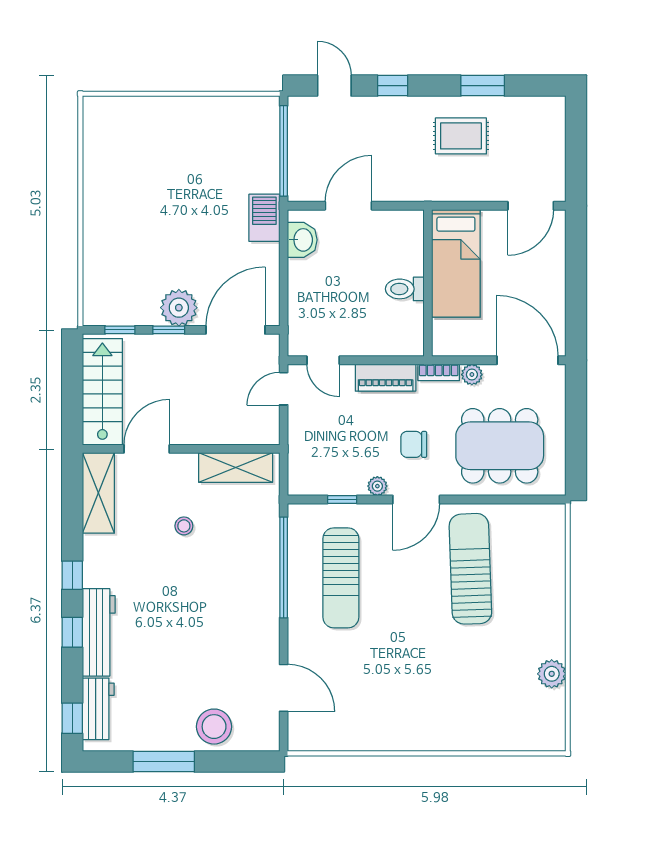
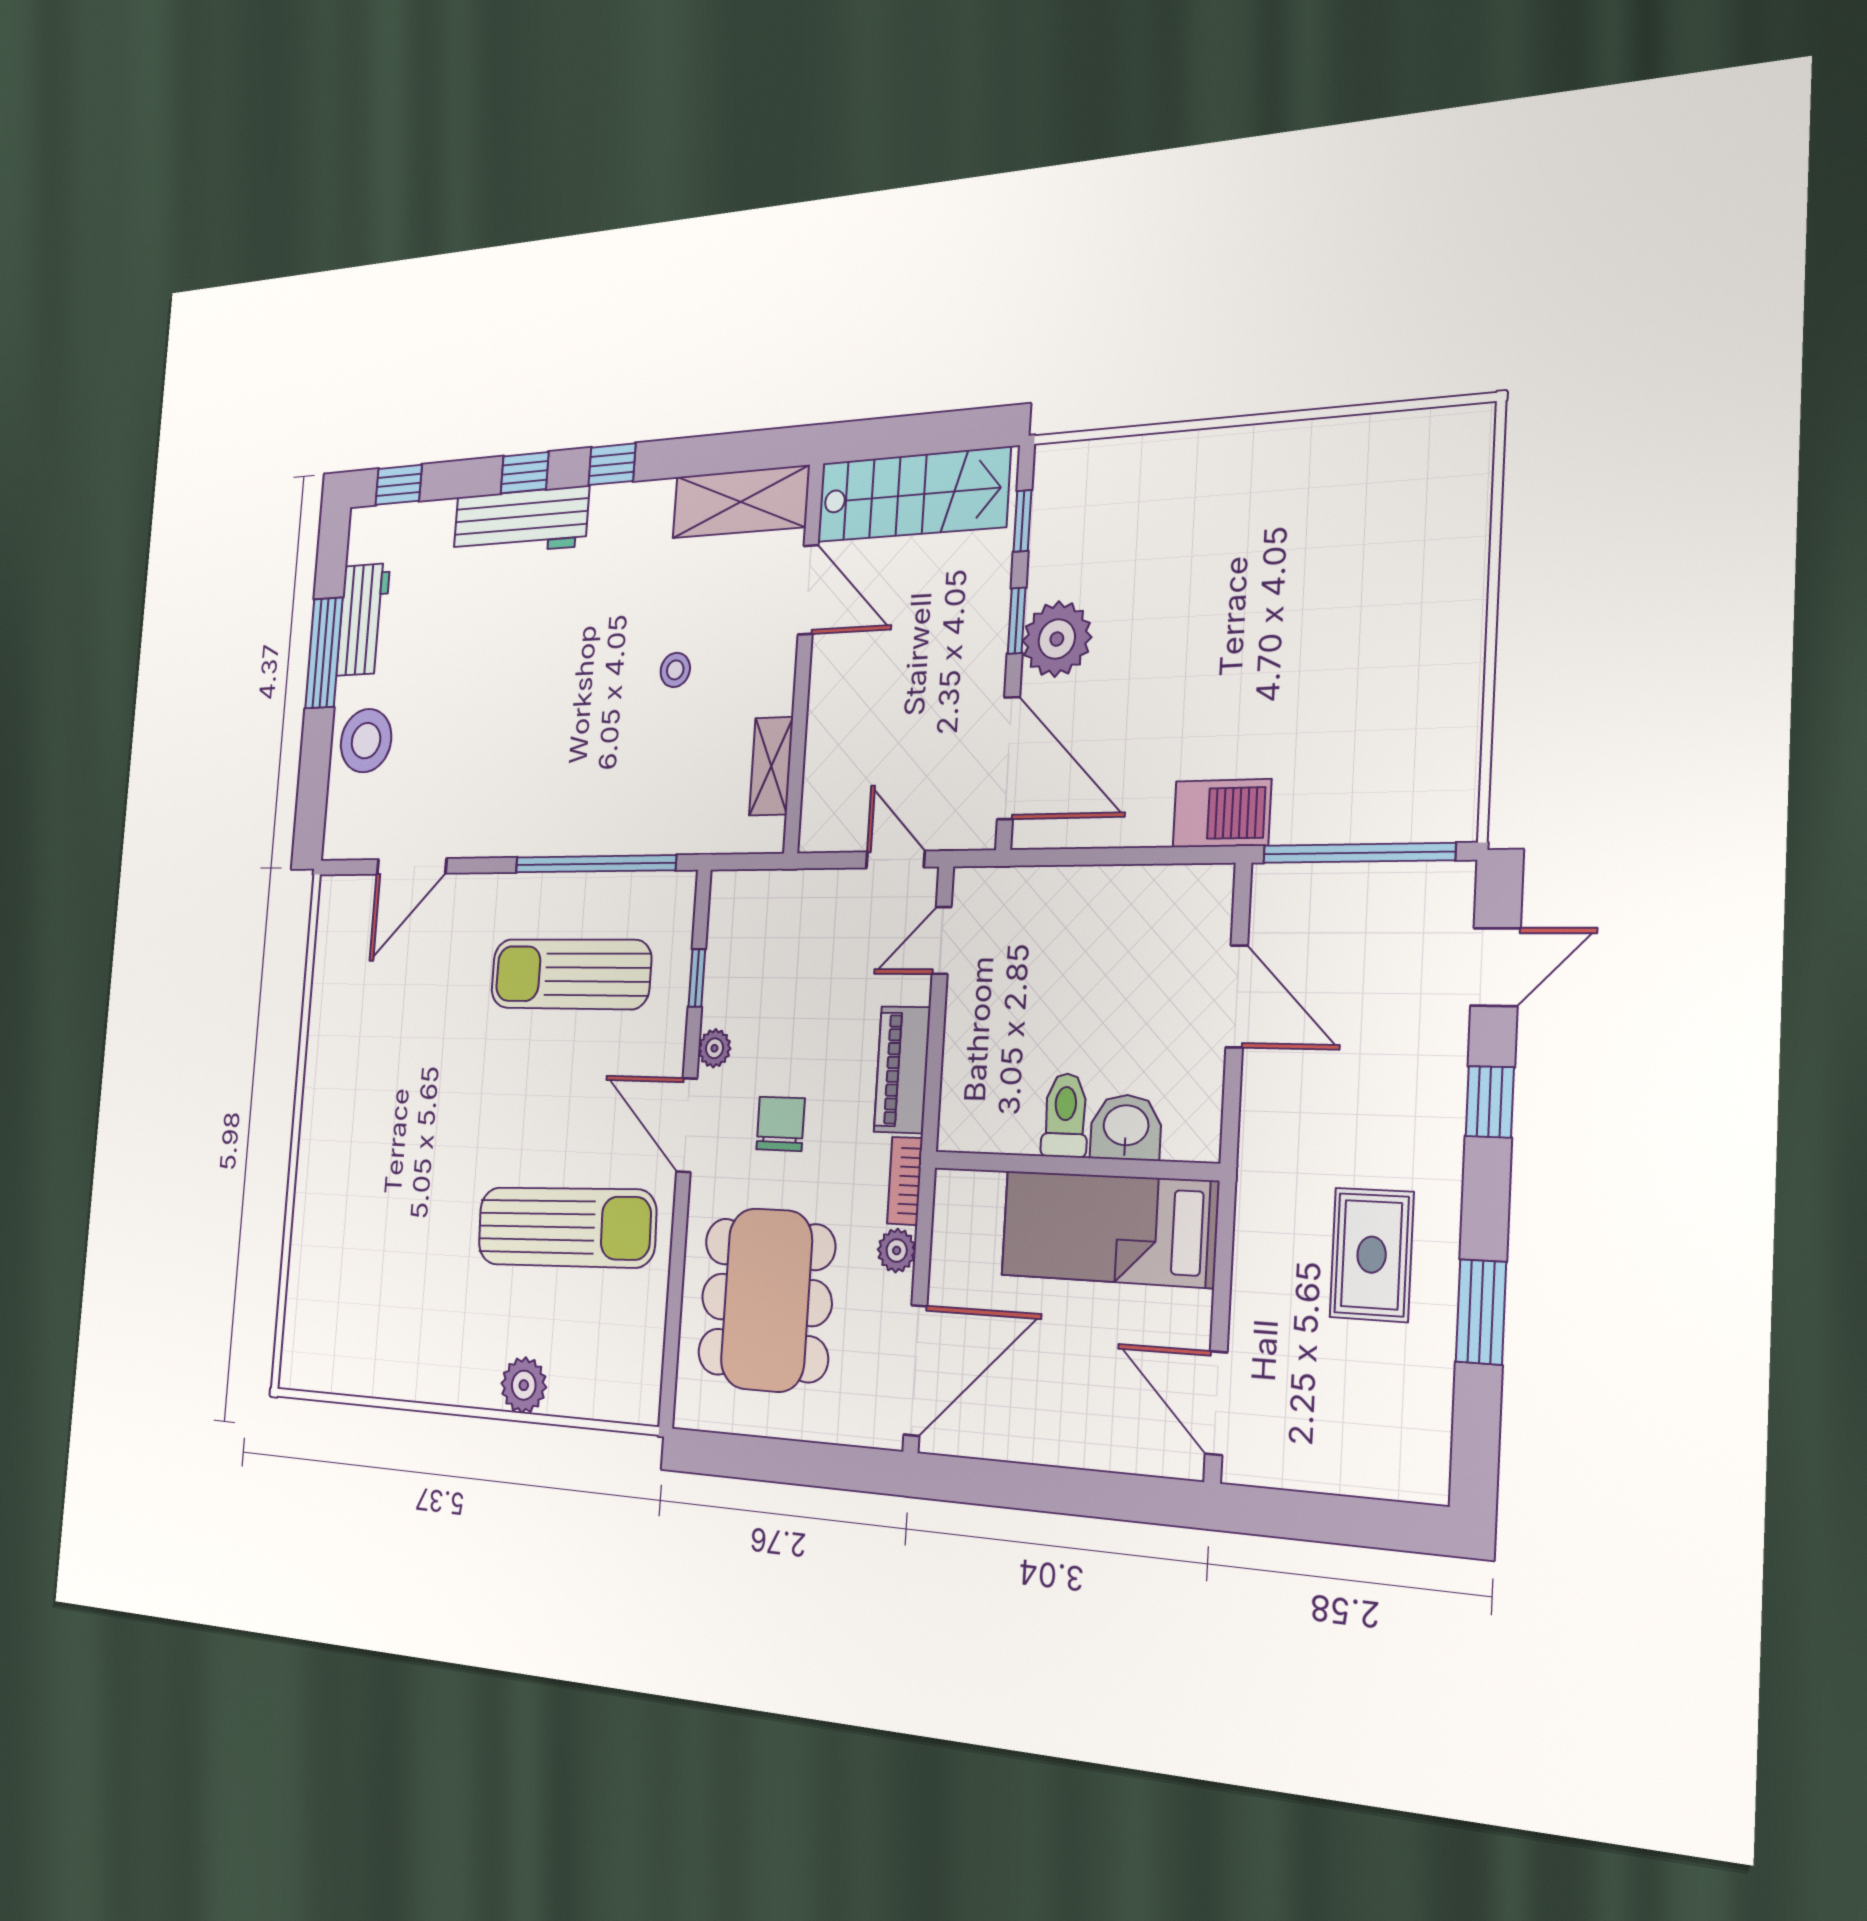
washbasin: (302, 240) -> (1126, 1127), moved, turned 180
shelving: (236, 468) -> (771, 766), width x0.67, depth x0.75
plant: (552, 674) -> (524, 1385), moved
workbench: (98, 709) -> (363, 619), moved, turned -90

